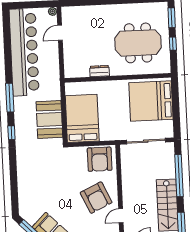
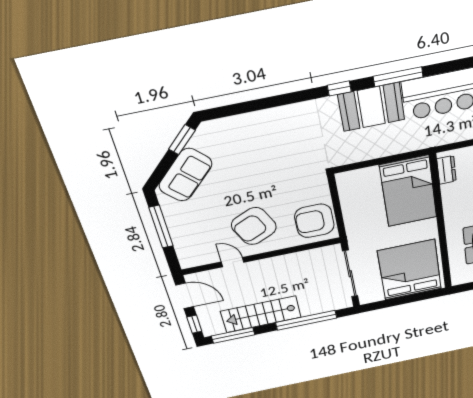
dresser: (100, 71) -> (447, 170), moved
bed: (82, 118) -> (408, 191), moved, turned 90
booth: (49, 119) -> (371, 107), moved

